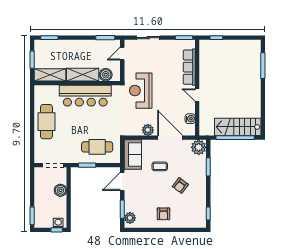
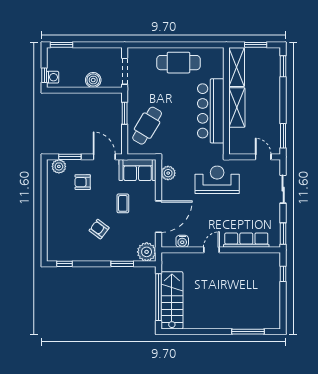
boiler: (106, 75) -> (237, 136), removed
plant: (148, 130) -> (168, 173), moved
cafe table: (97, 147) -> (147, 126), turned 31
armchair: (163, 214) -> (83, 182), moved

